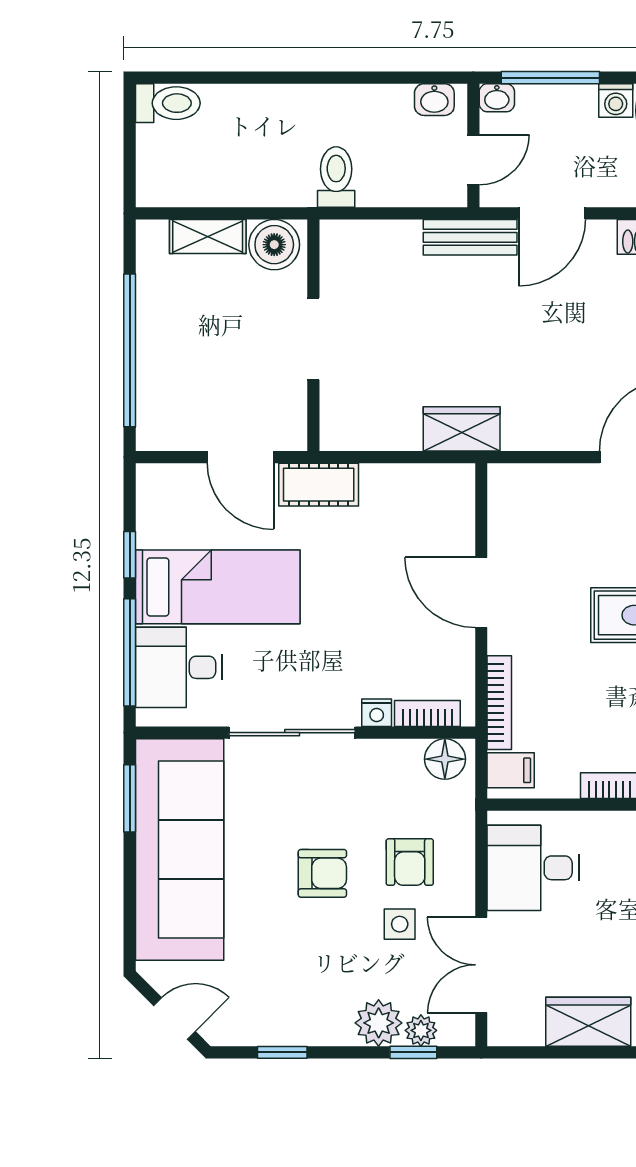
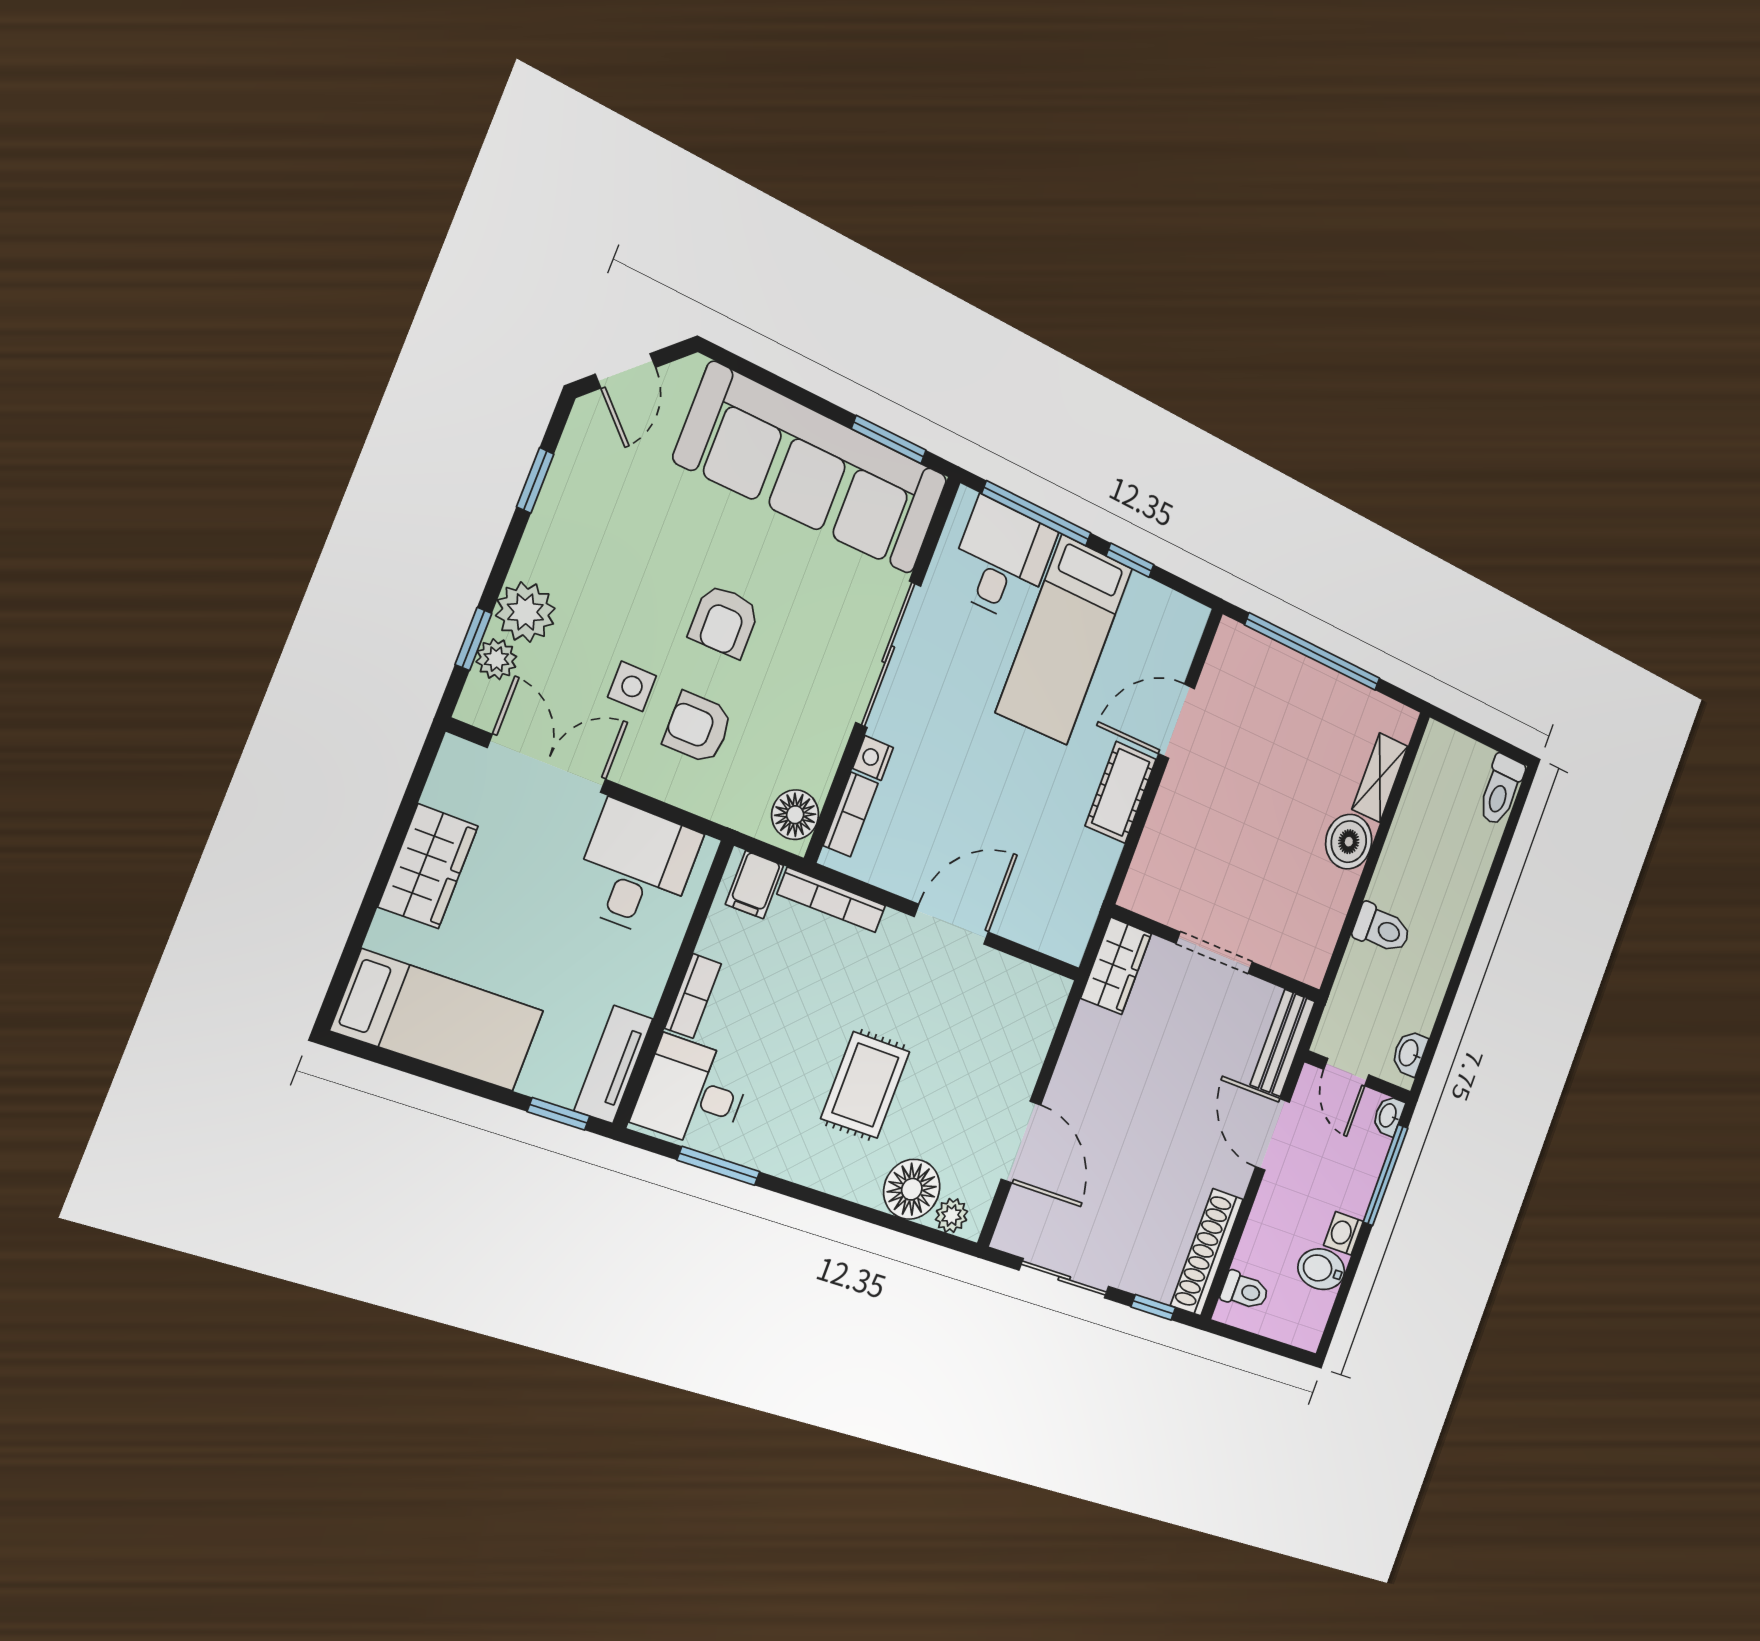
wall: (313, 335) -> (1218, 954), moved
doorway: (313, 339) -> (1214, 953), moved

